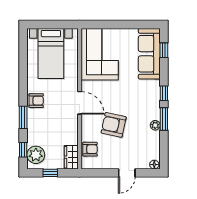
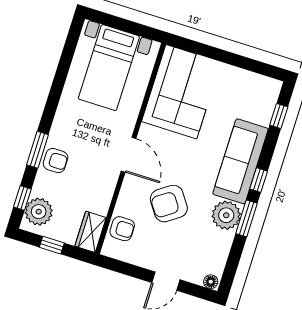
sofa: (149, 54) -> (241, 161), moved
armchair: (36, 101) -> (55, 161), moved
armchair: (114, 125) -> (169, 204), turned -47
plant: (155, 125) -> (226, 215), width x1.88, depth x1.88

